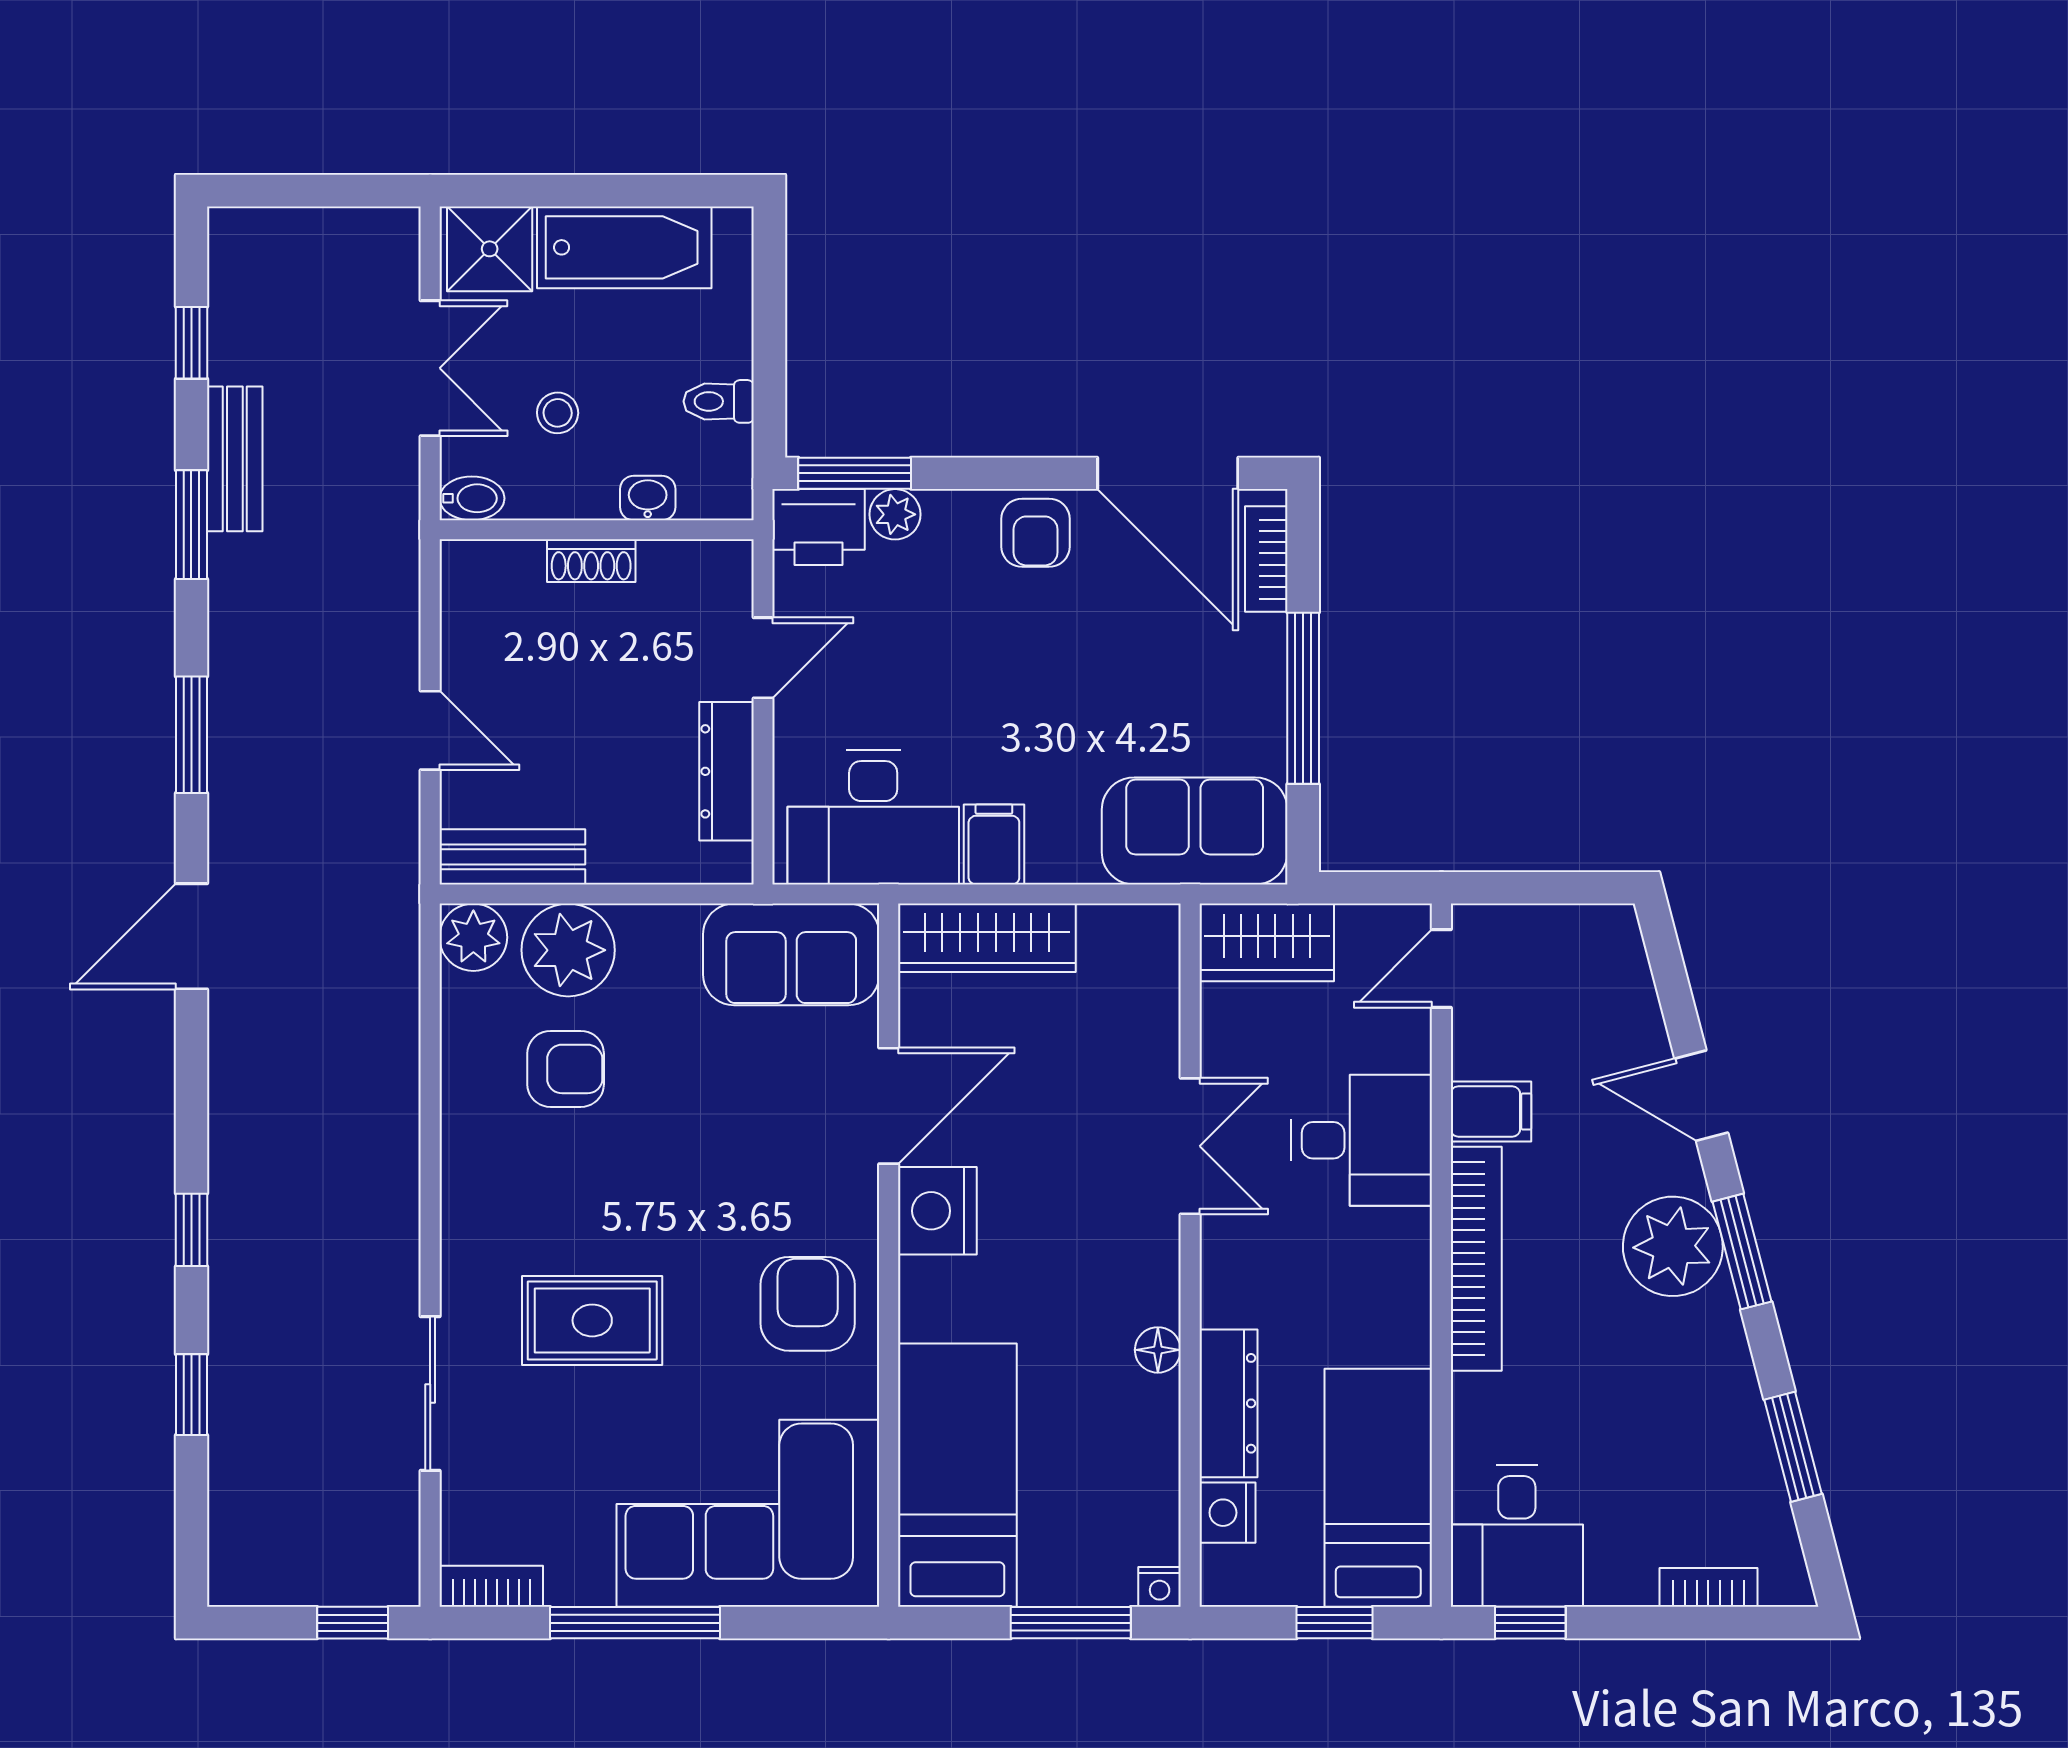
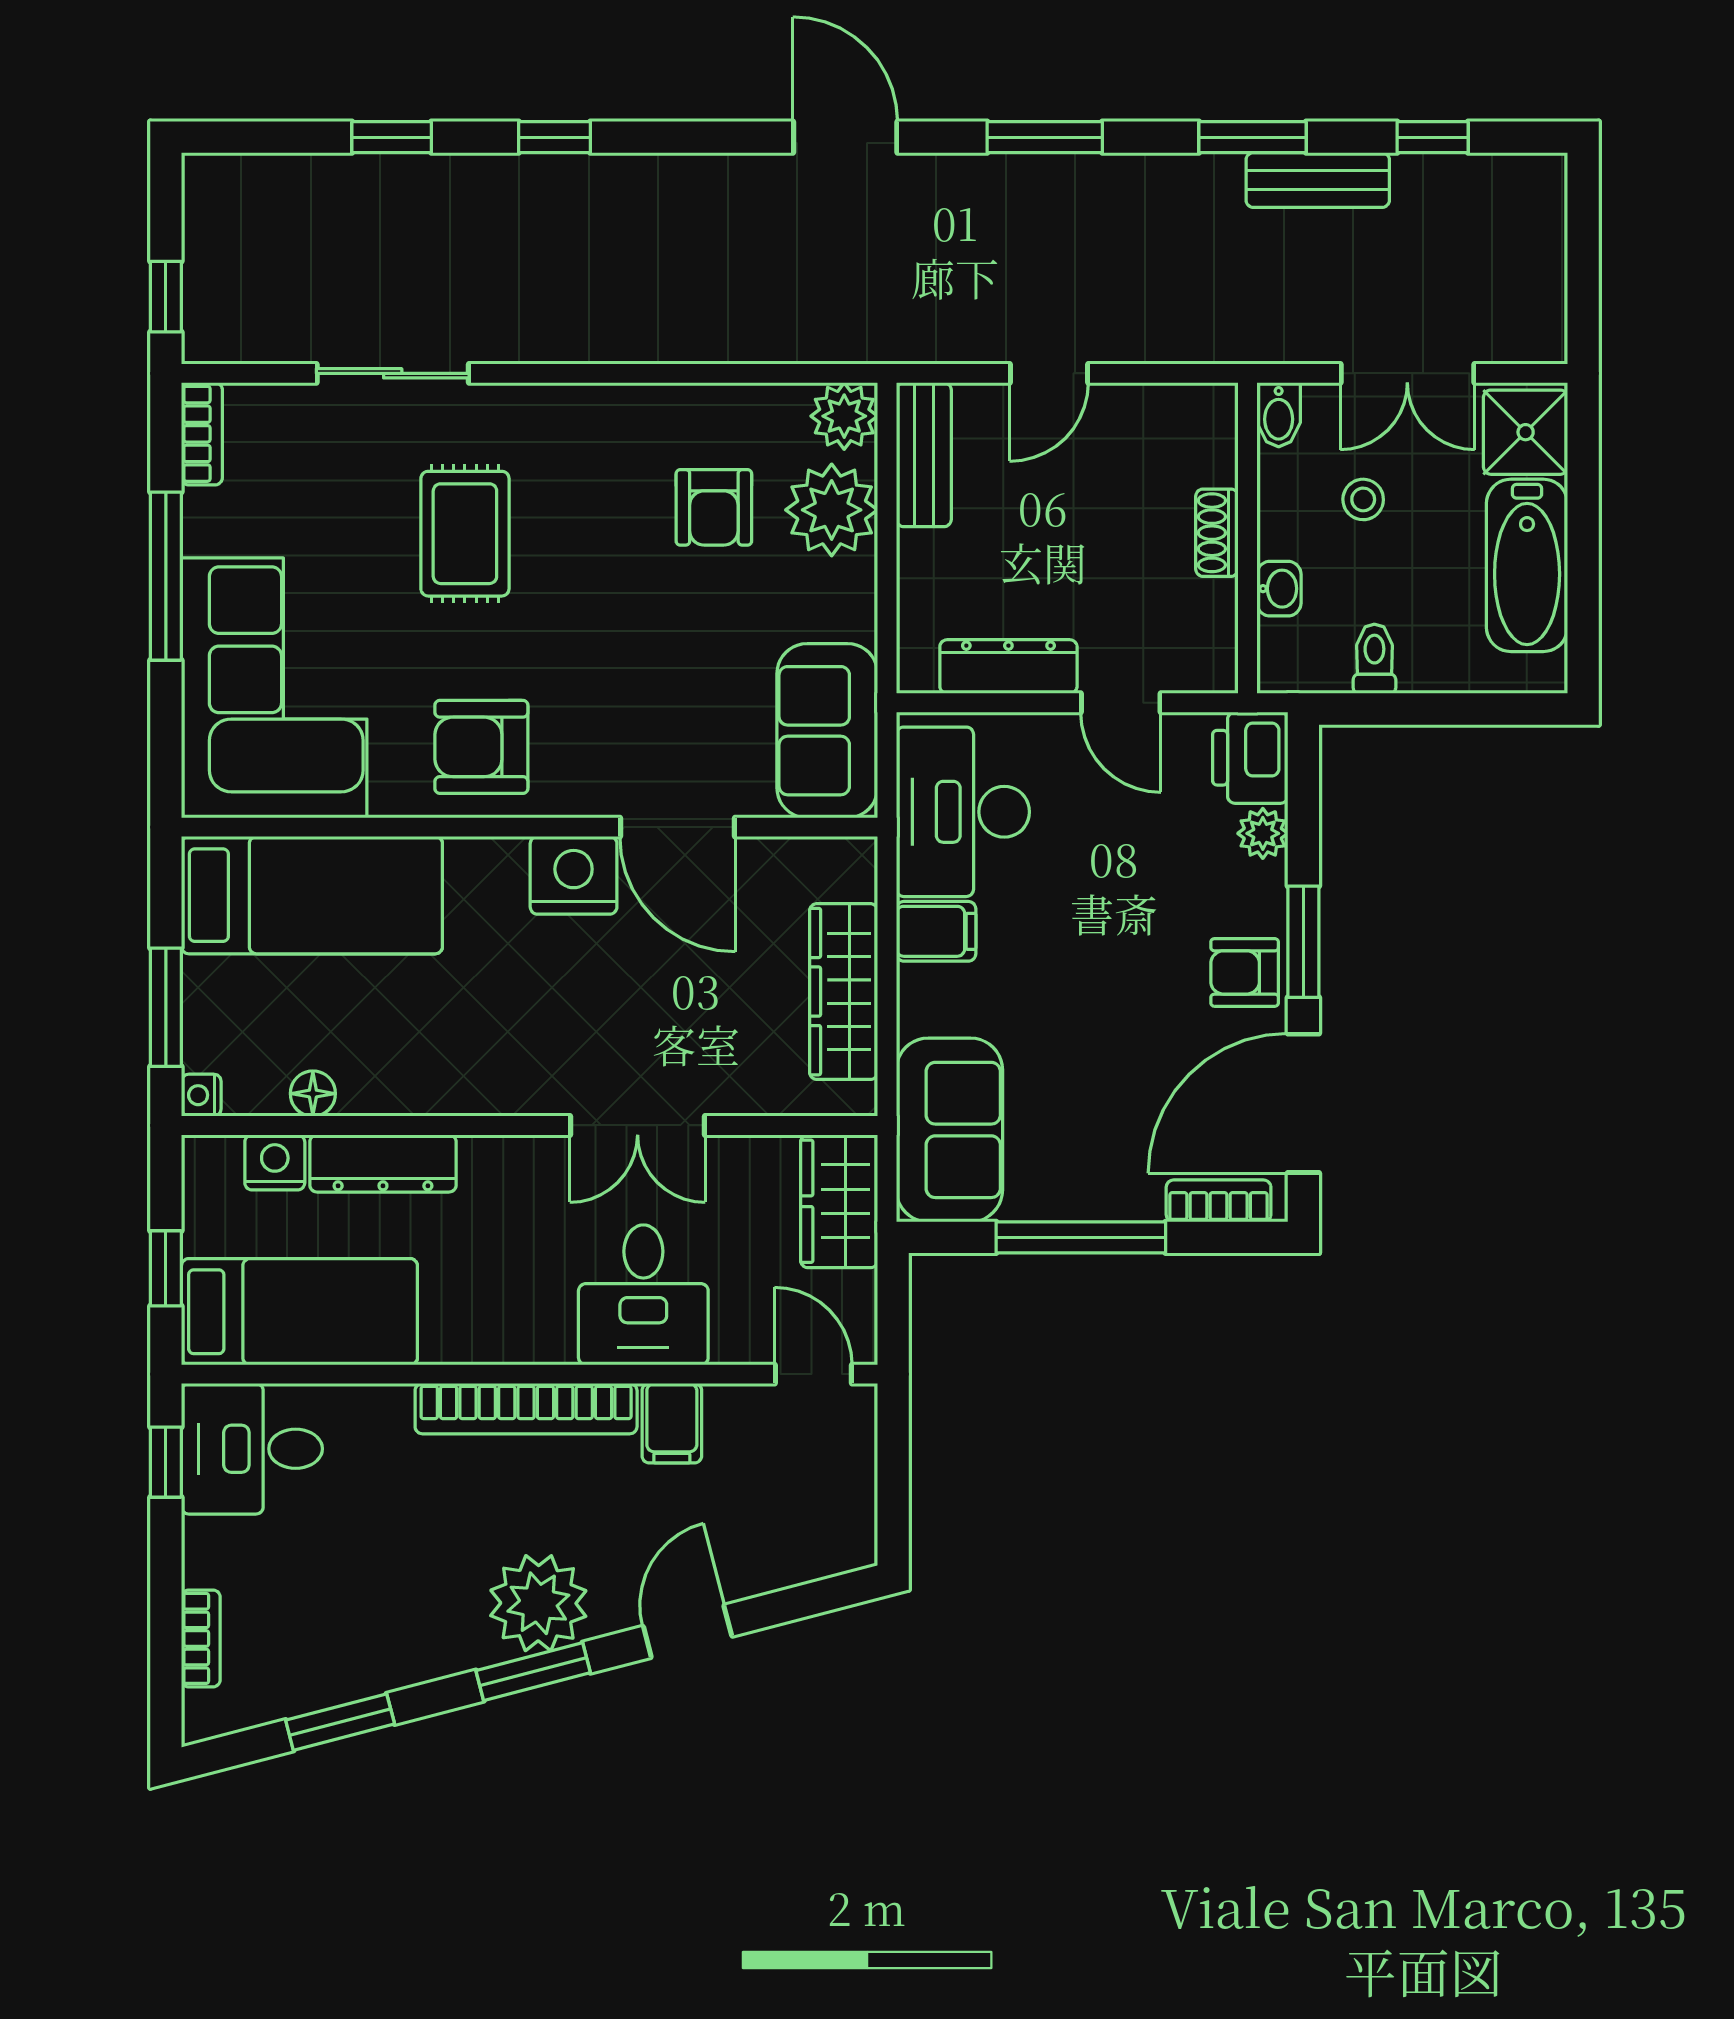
window: (855, 473) -> (1303, 942), moved
wardrobe: (987, 938) -> (844, 992), moved
armchair: (808, 1304) -> (481, 747), turned 180
floor lamp: (1158, 1350) -> (313, 1094), moved

